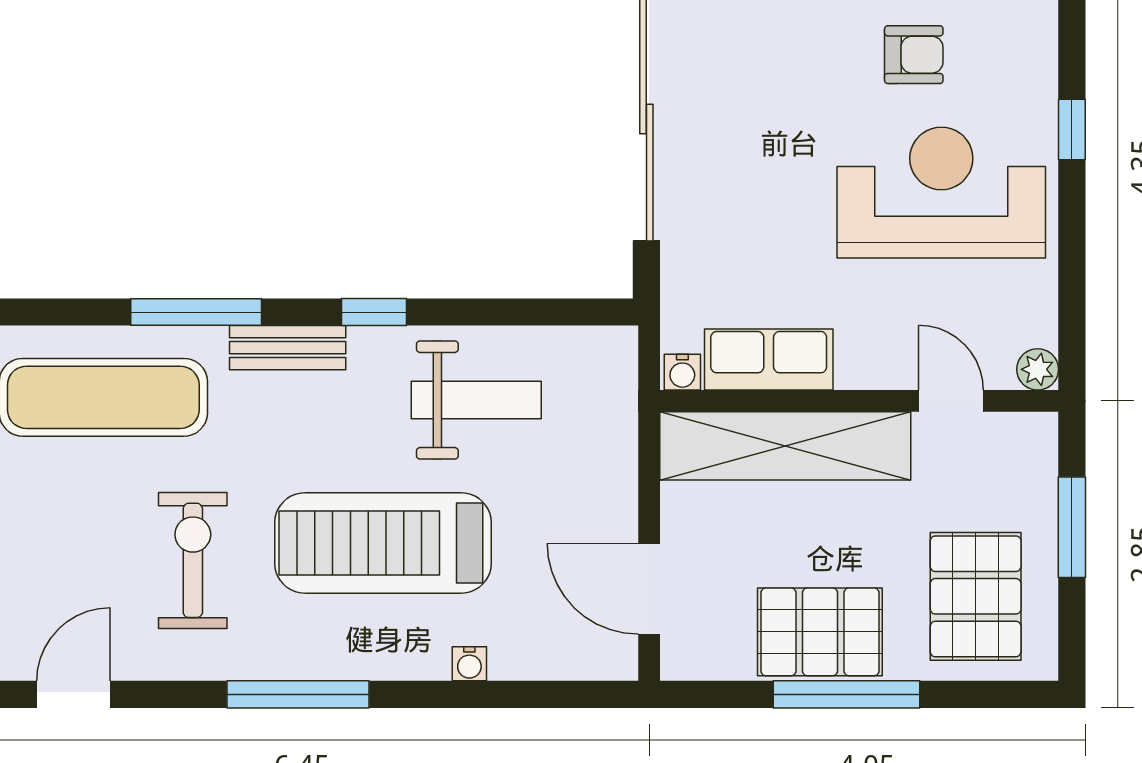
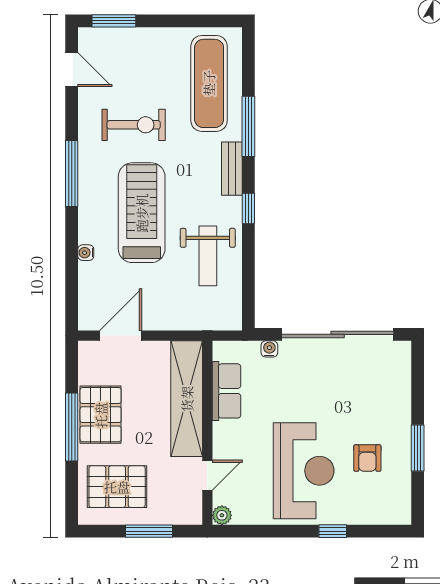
water cooler: (682, 372) -> (269, 349), moved, turned 90

